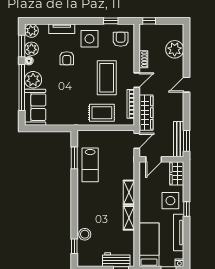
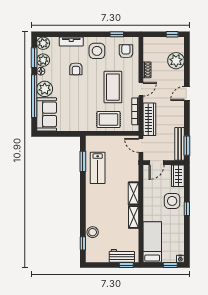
window: (149, 21) -> (172, 34), moved
door: (137, 141) -> (141, 145), swing flipped
tv unit: (179, 233) -> (180, 231), removed

